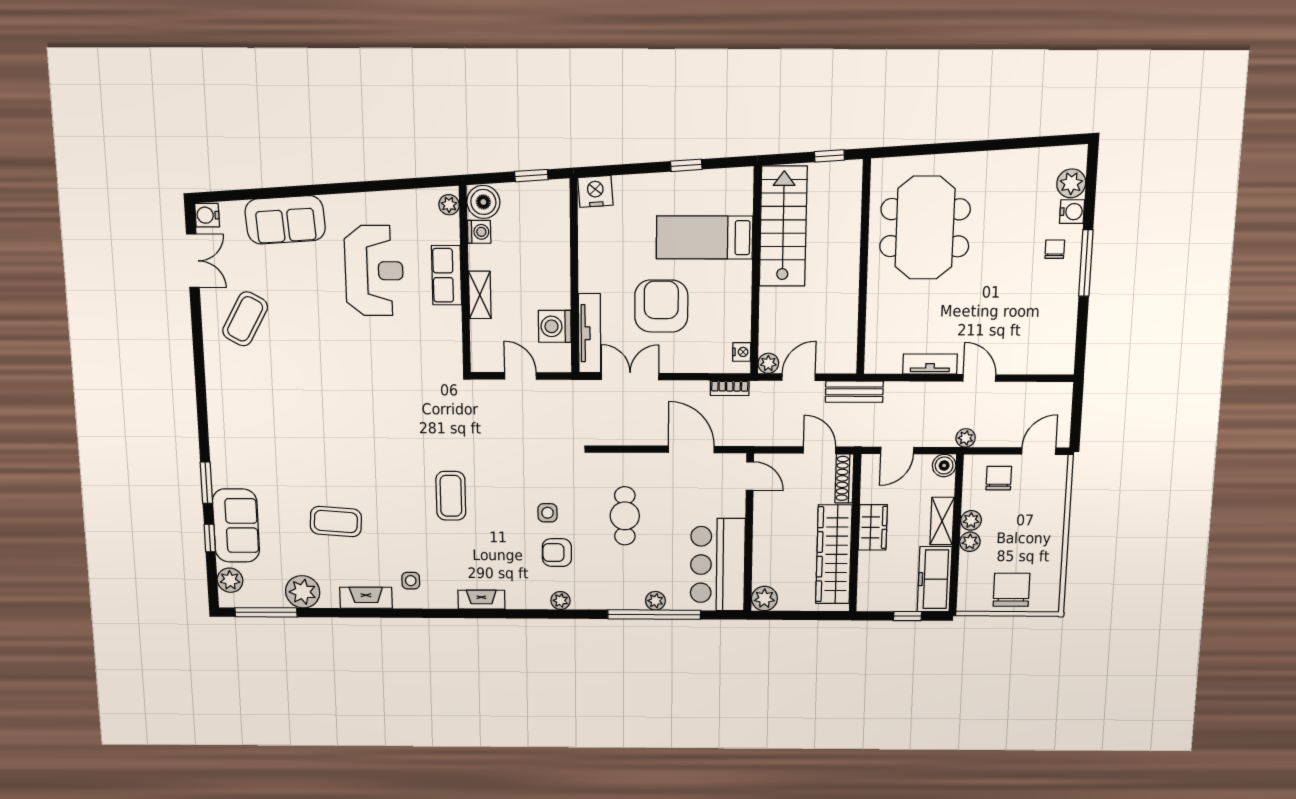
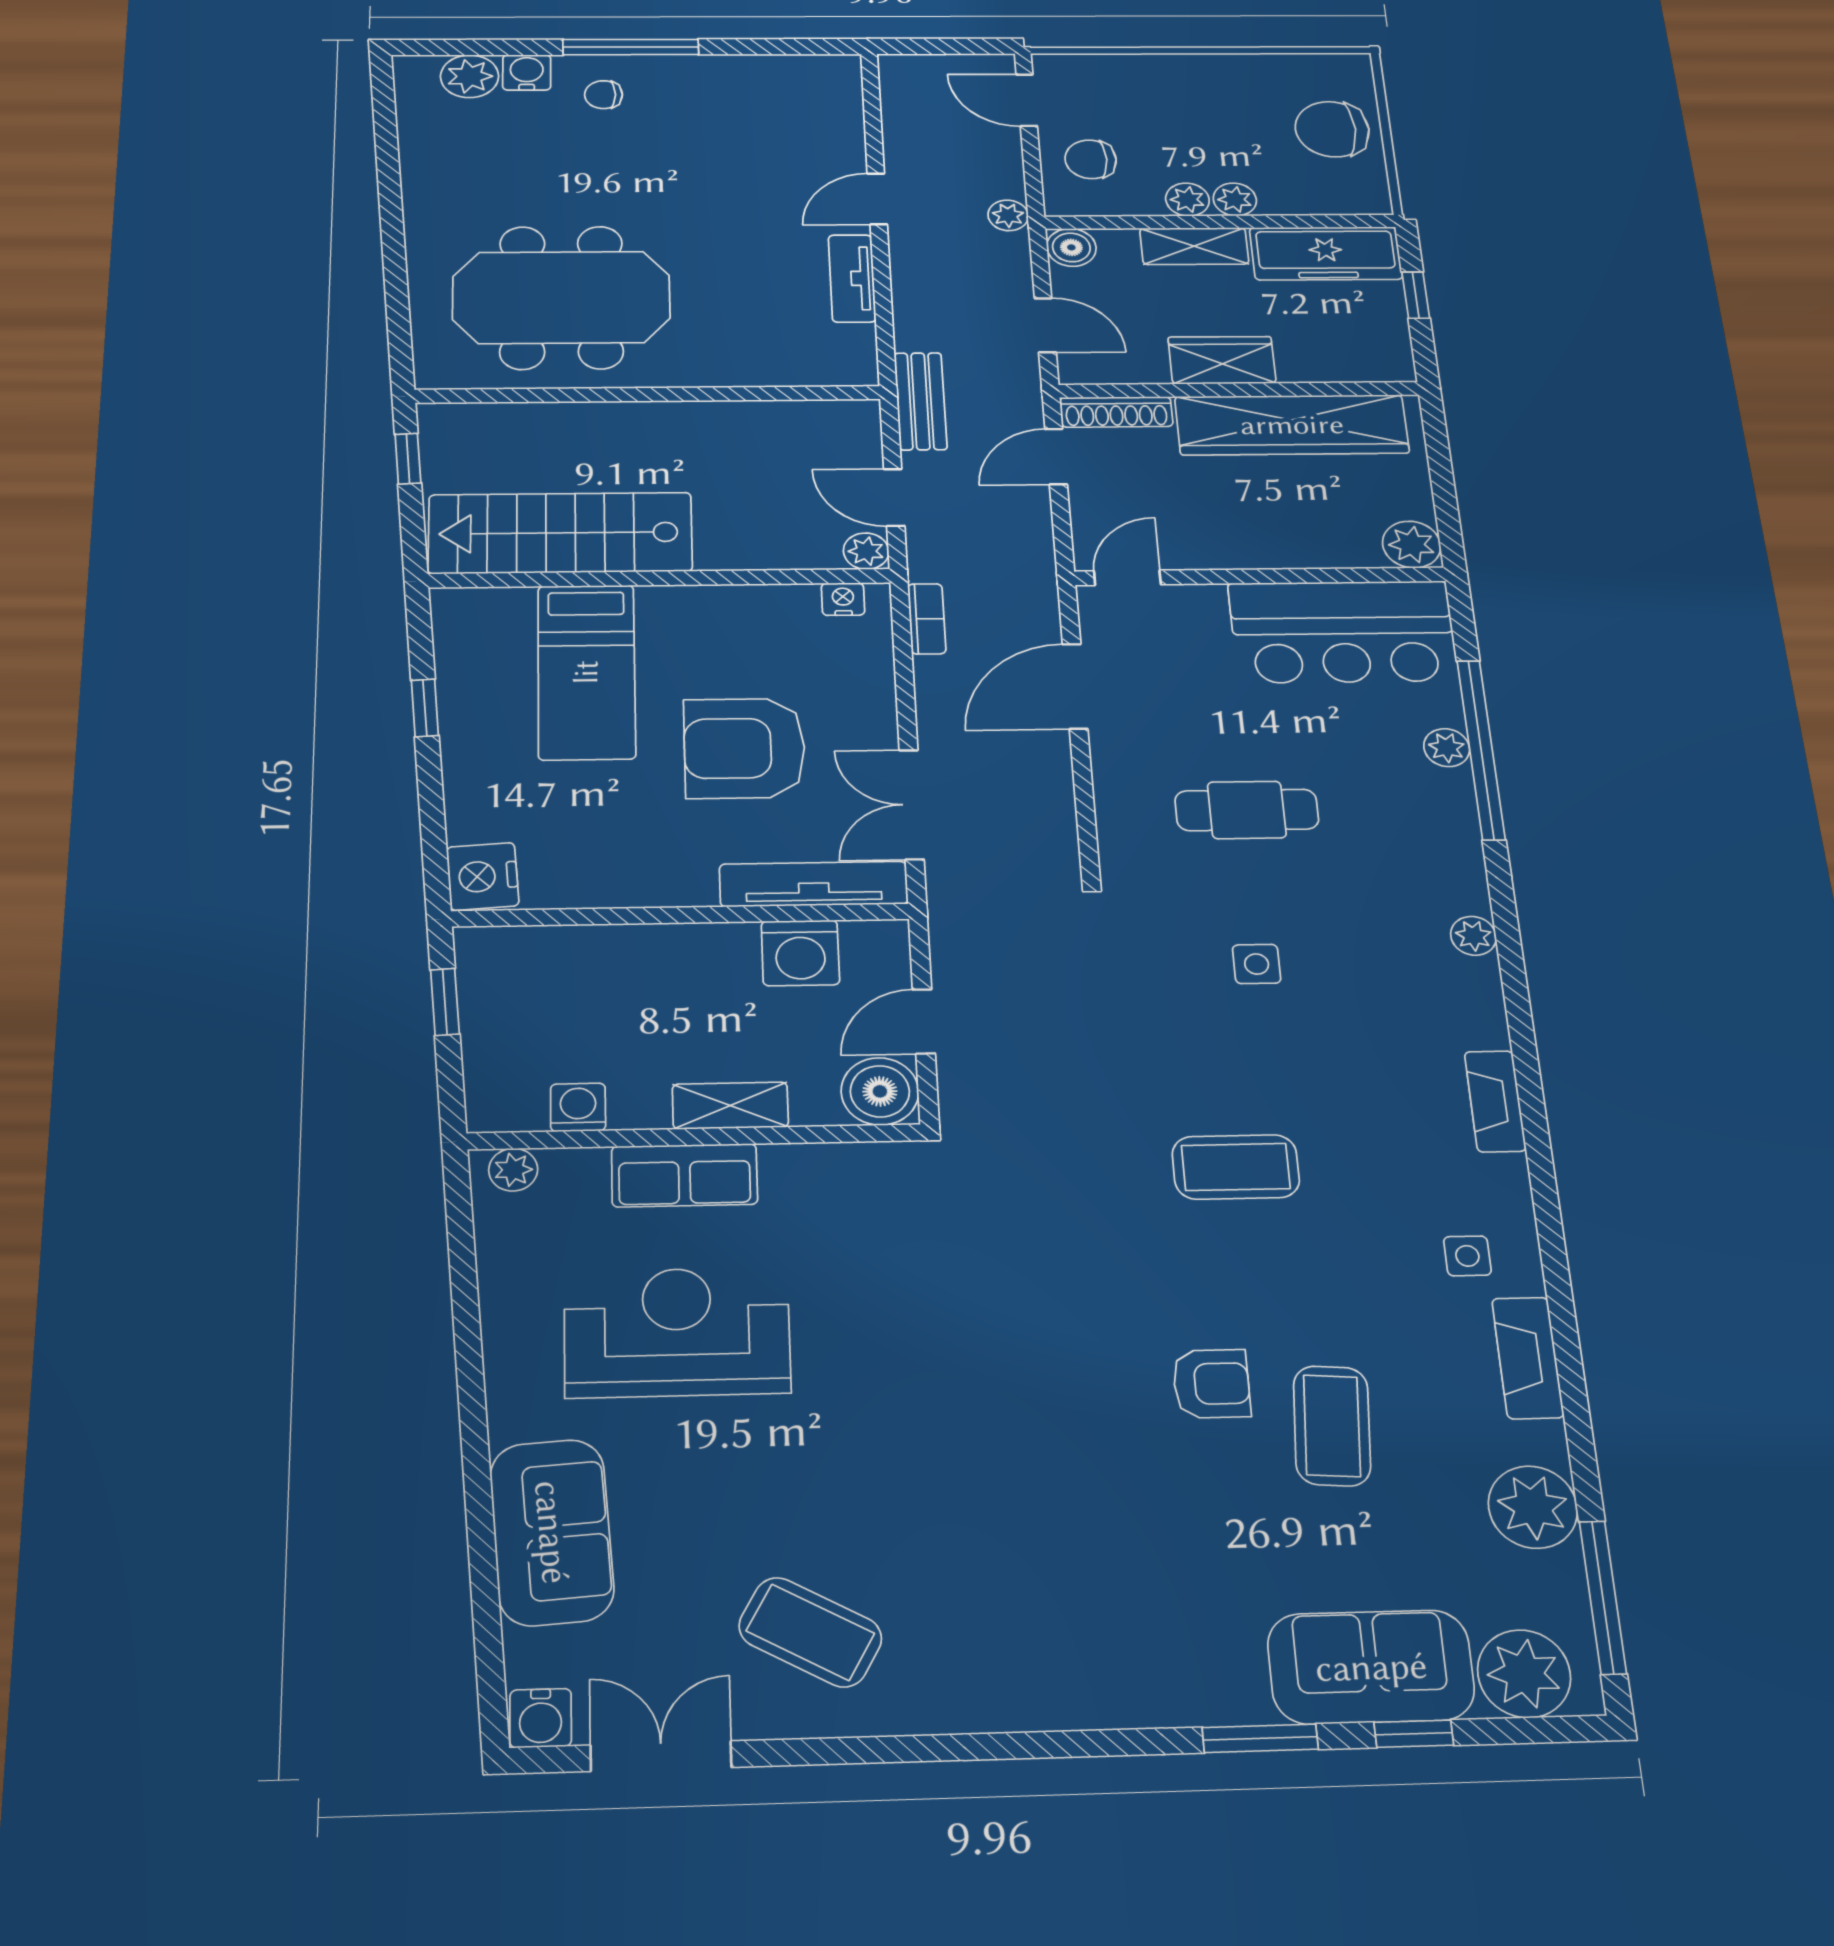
boiler: (483, 202) -> (880, 1091), moved
armchair: (557, 553) -> (1211, 1384), moved, turned -90
plant: (230, 580) -> (1524, 1674), width x1.36, depth x1.36

